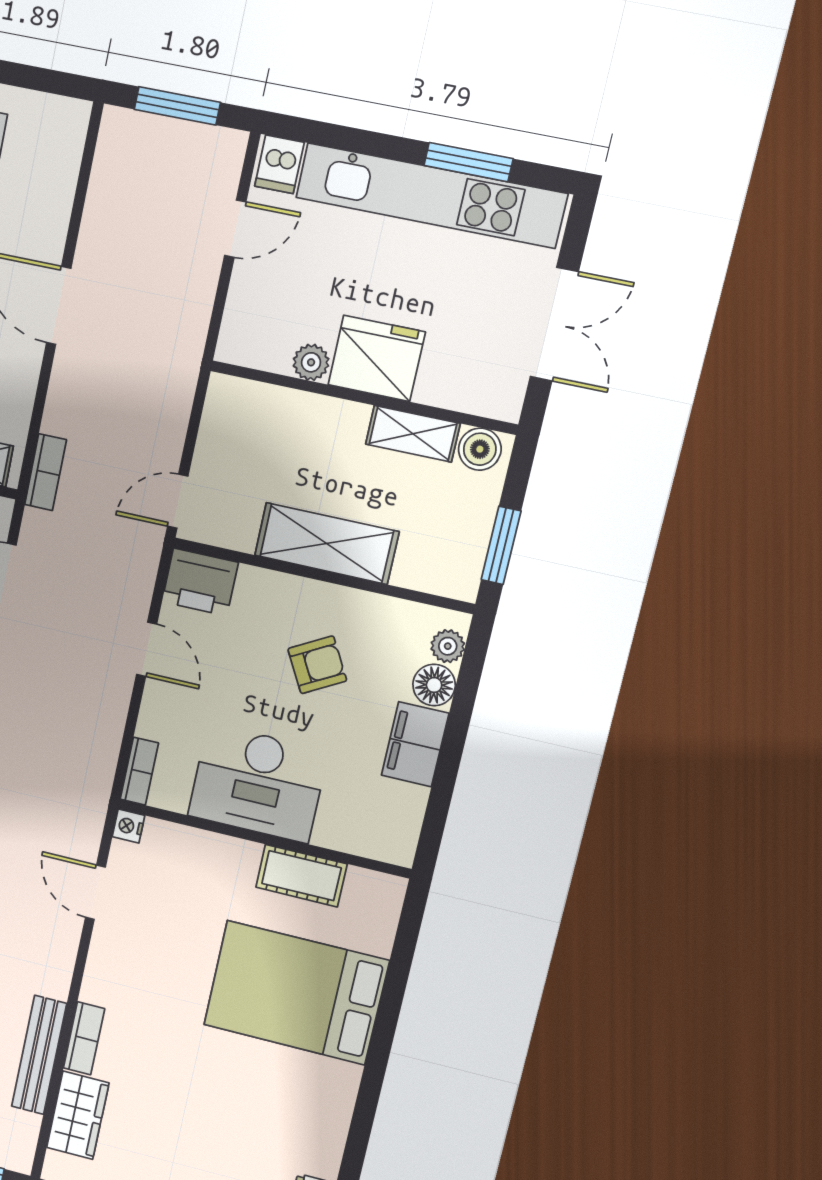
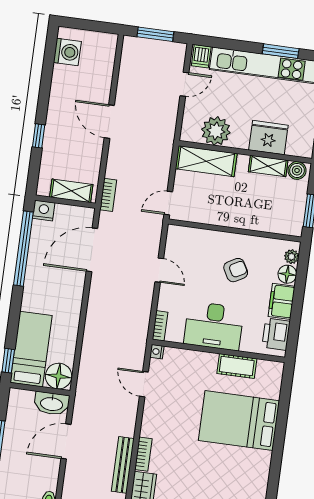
fridge: (377, 358) -> (268, 138), moved
plant: (311, 362) -> (216, 131), width x1.88, depth x1.88
shelving: (327, 543) -> (206, 161), moved
printer: (200, 582) -> (276, 334), moved, turned 90

